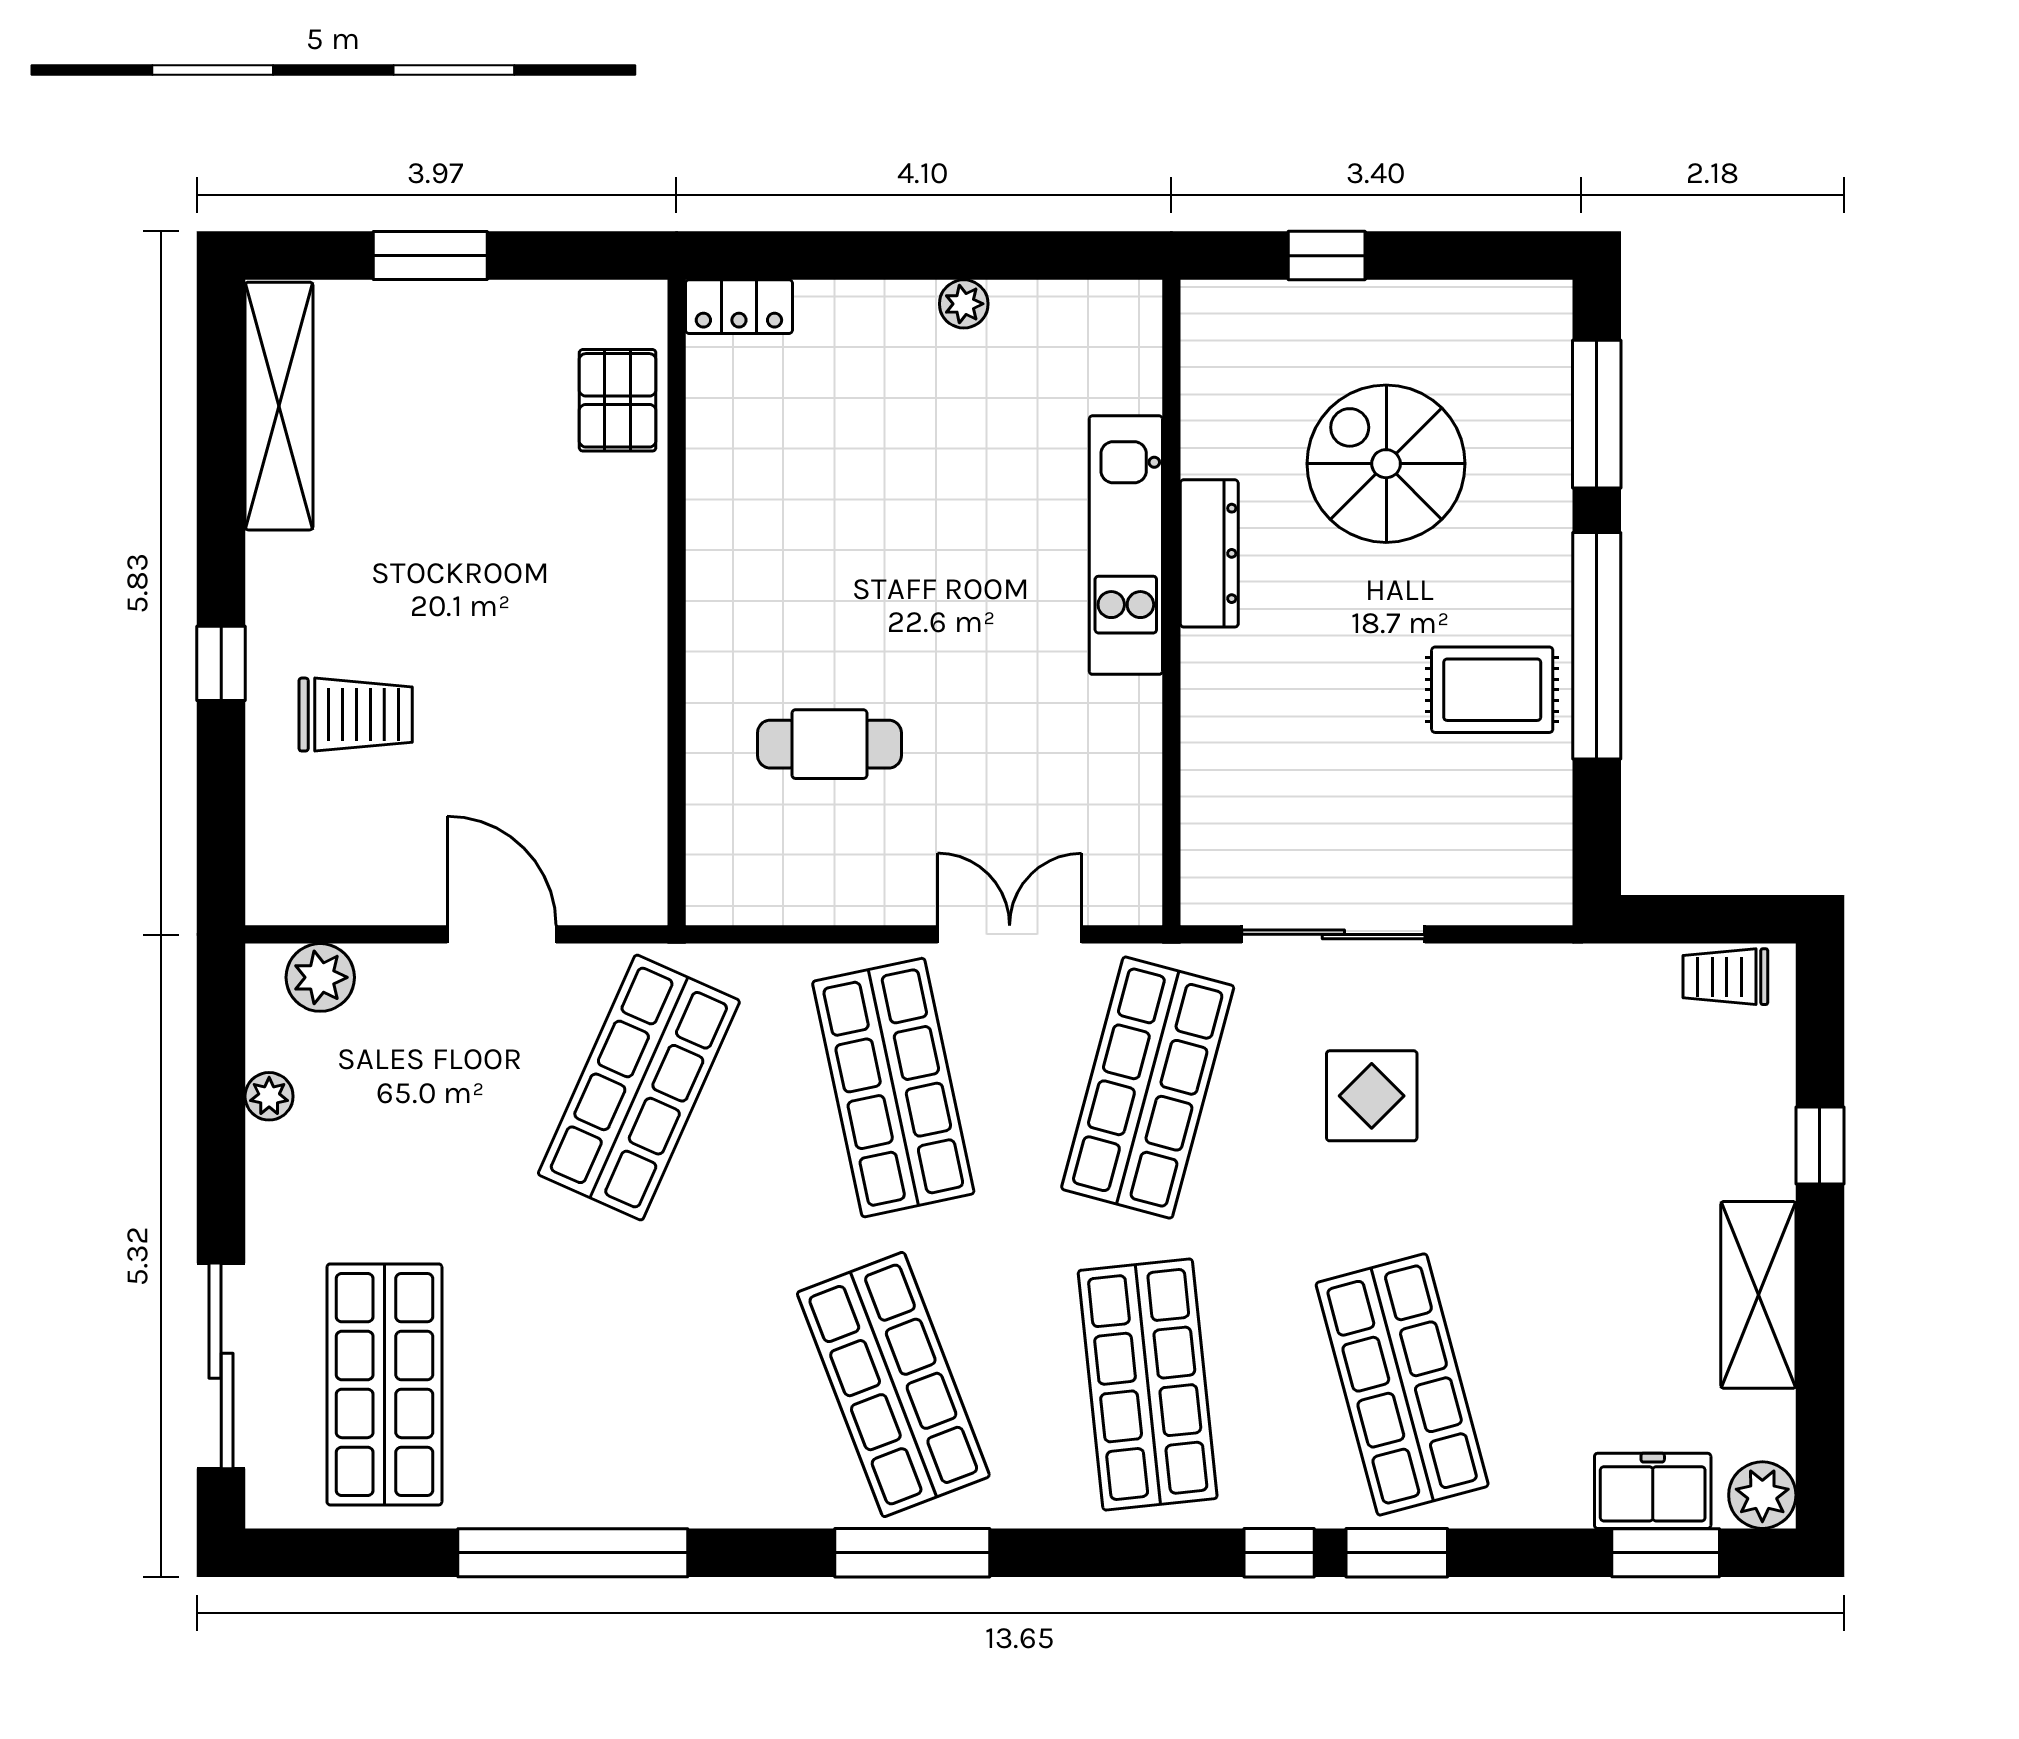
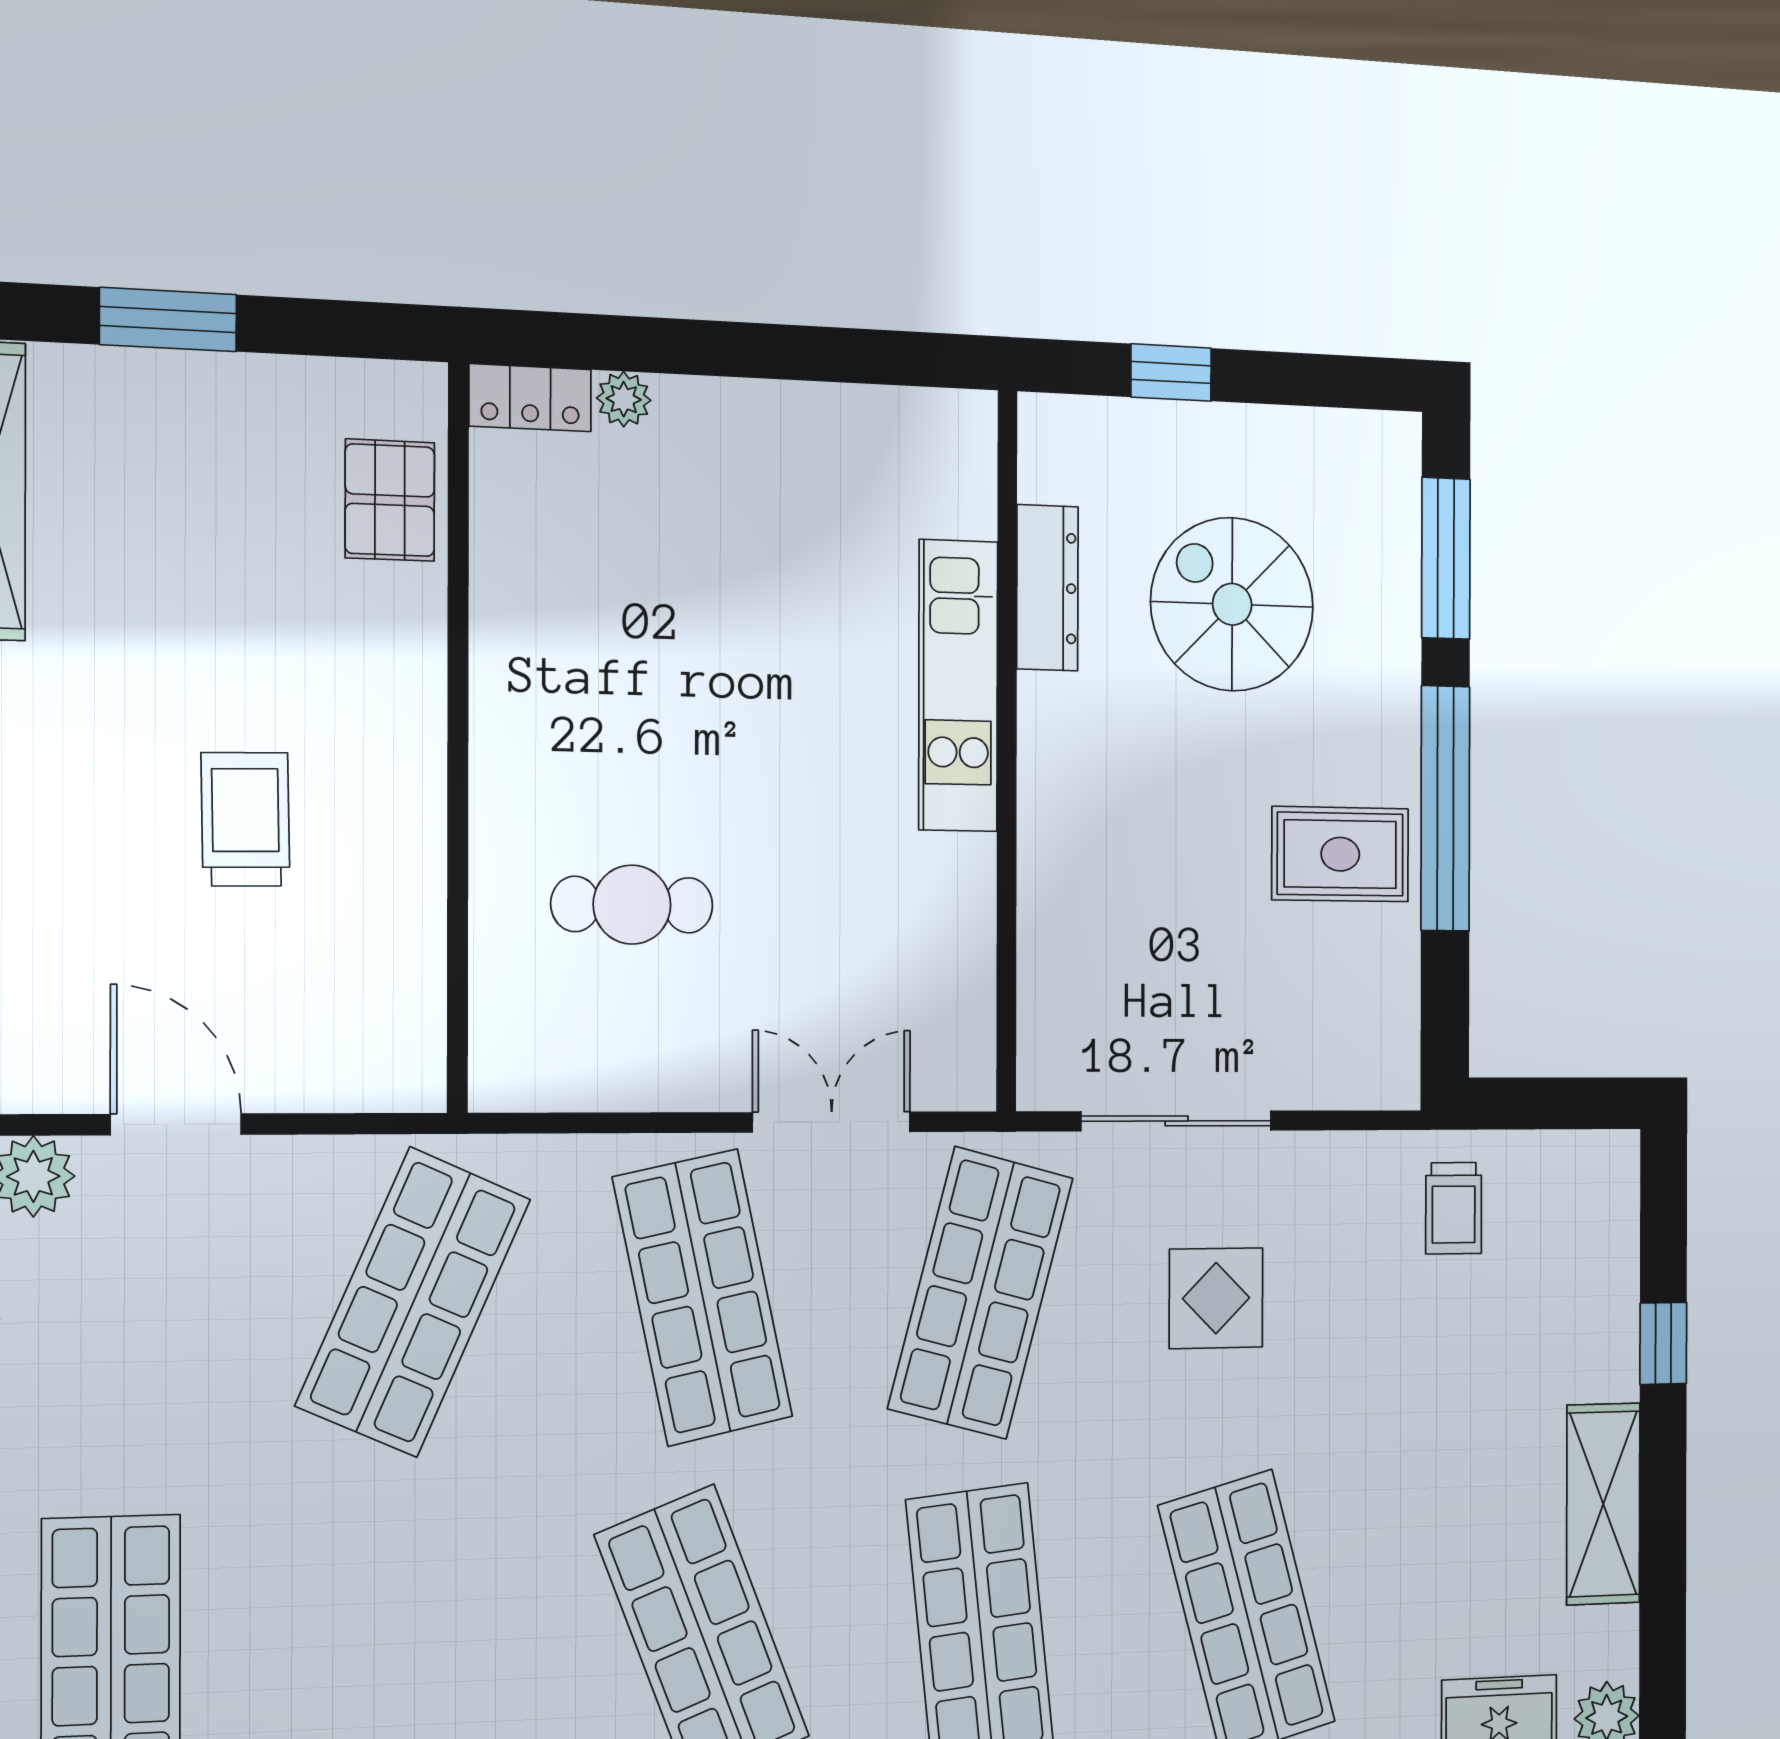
plant: (964, 304) -> (624, 399), moved
dresser: (1209, 553) -> (1047, 588), moved
trolley: (356, 715) -> (245, 819), moved, turned -91
door: (502, 934) -> (176, 1124), moved
trolley: (1725, 977) -> (1454, 1208), moved, turned -90

